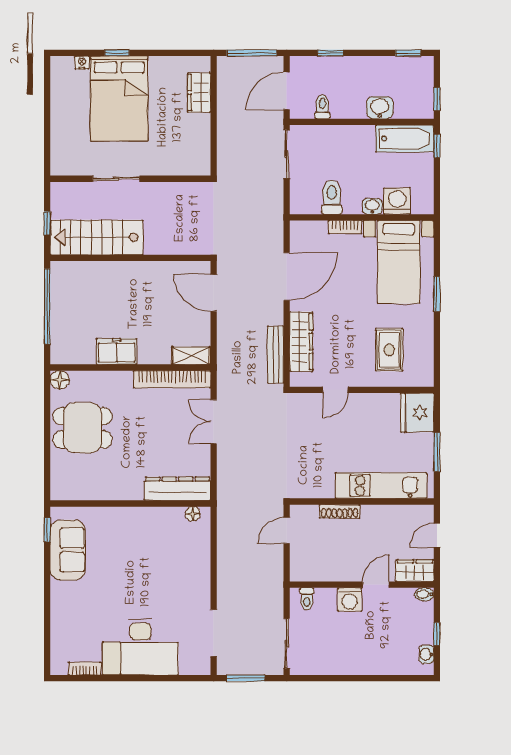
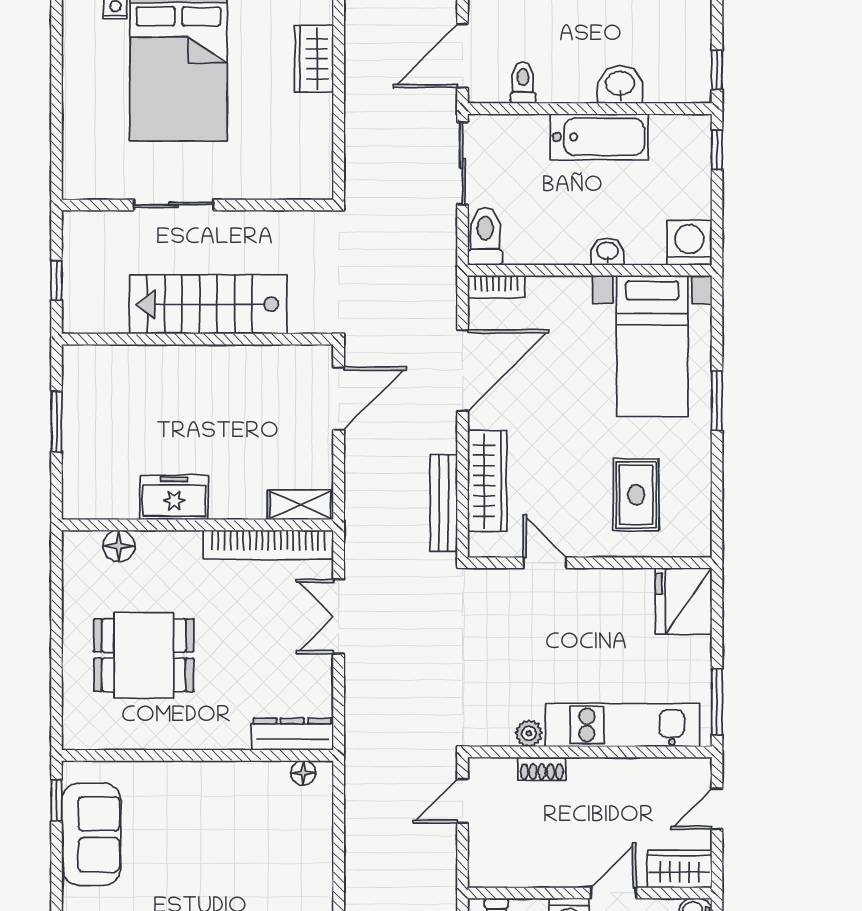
bathtub: (405, 139) -> (599, 137), moved
toilet: (332, 197) -> (485, 236), moved
washing machine: (397, 201) -> (689, 243), moved
bookcase: (345, 227) -> (496, 287), moved
stairs: (97, 237) -> (208, 304), moved
door: (214, 293) -> (339, 398), swing flipped
window: (47, 307) -> (57, 422), width x0.47
floor lamp: (60, 380) -> (119, 546), moved
door: (335, 390) -> (545, 563), swing flipped
dining table: (82, 428) -> (144, 655), moved
window: (437, 452) -> (717, 702), moved
dresser: (177, 489) -> (292, 734), width x0.73, depth x0.80
plant: (326, 490) -> (529, 733), added
shoe rack: (340, 511) -> (542, 769), width x0.70

